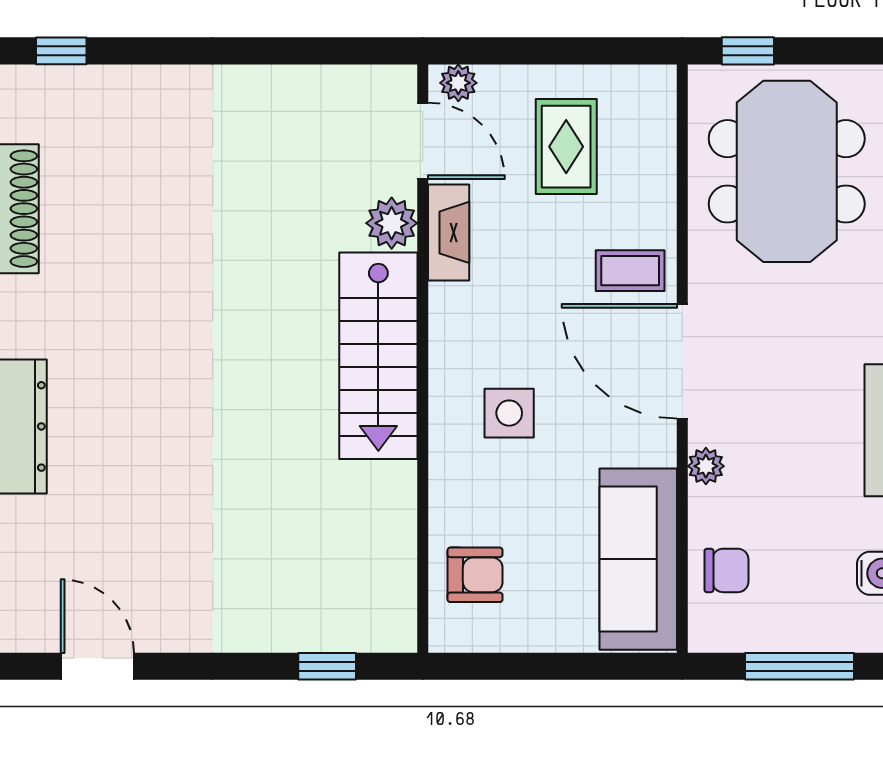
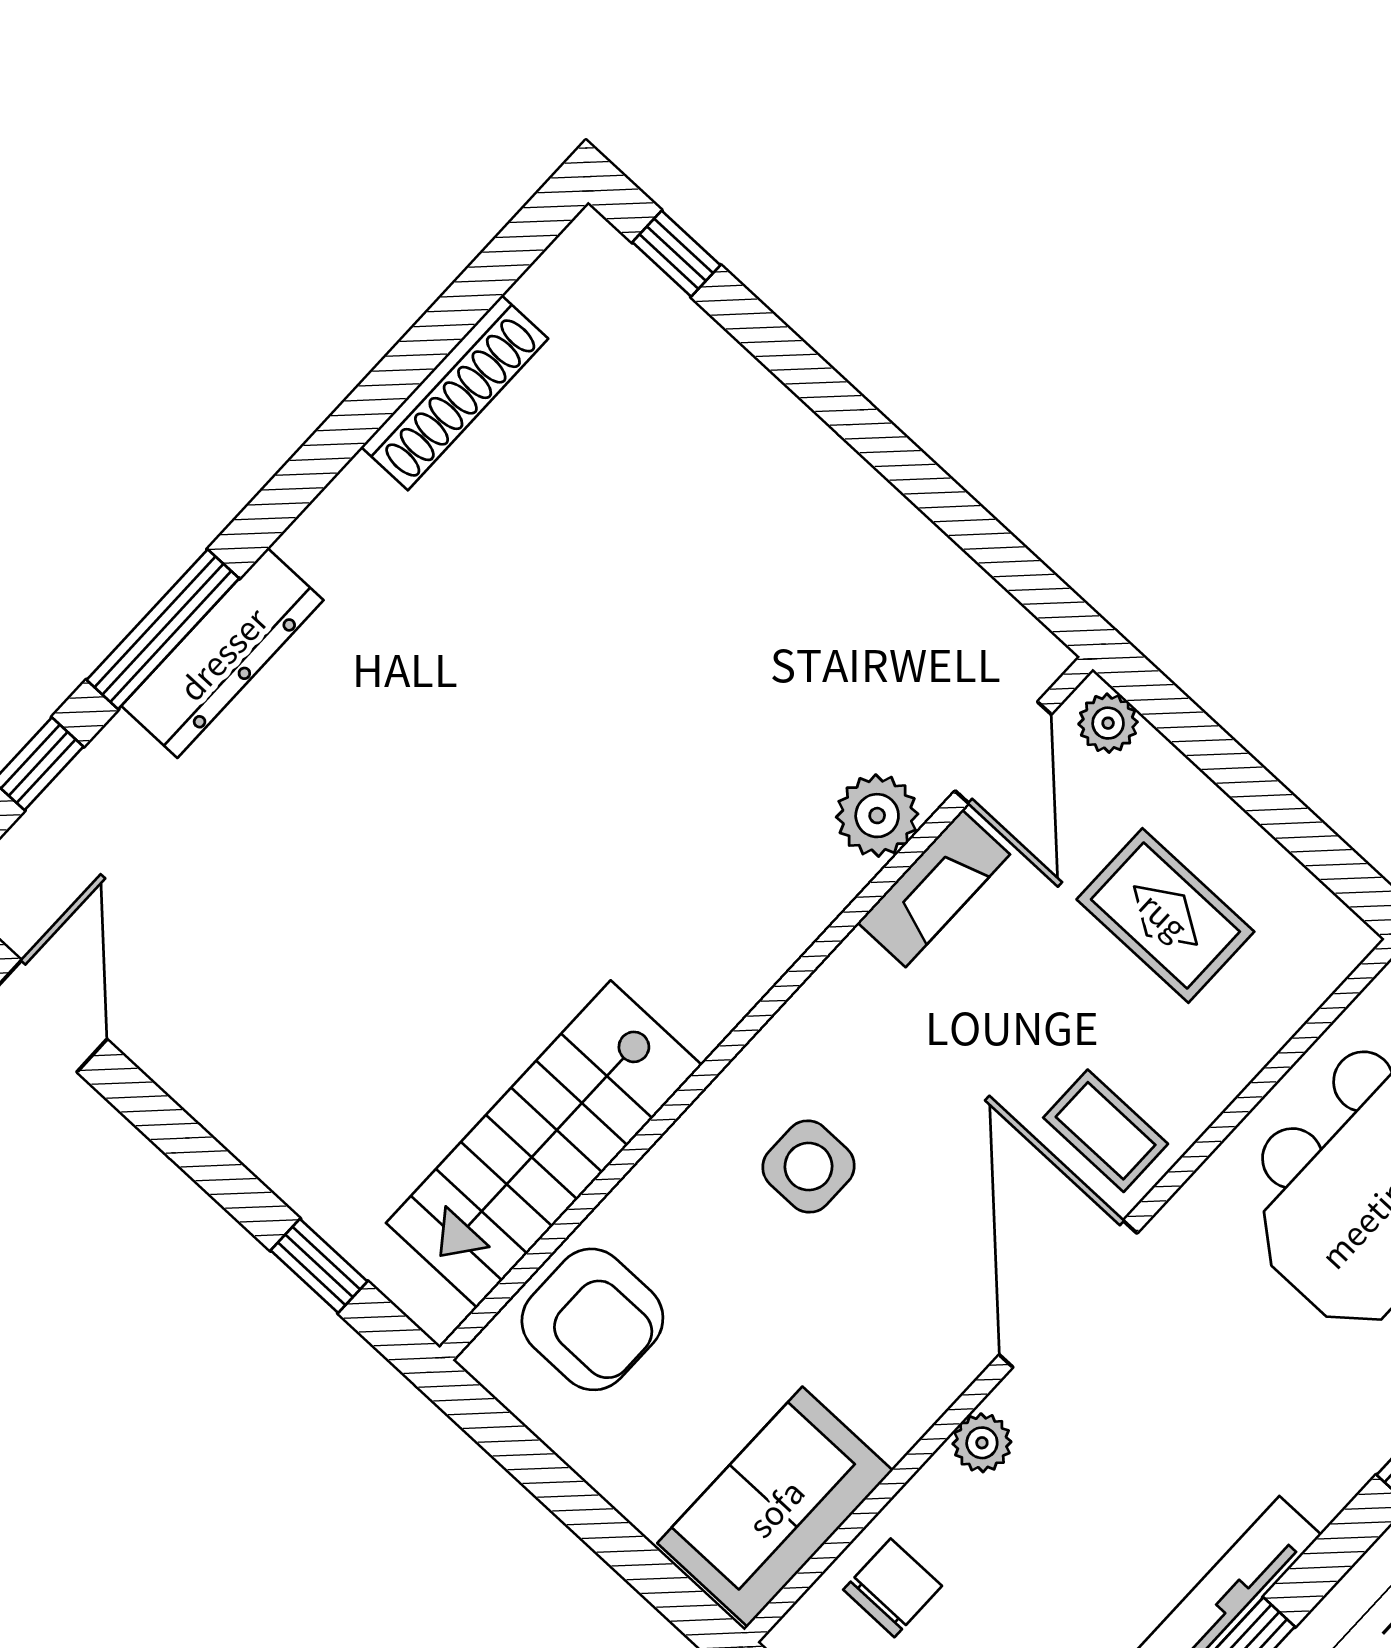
rug: (566, 147) -> (1165, 915), turned 90
stairs: (378, 356) -> (544, 1144), moved
sofa: (638, 559) -> (775, 1507), width x0.73
chair: (726, 570) -> (893, 1588), turned -90
armchair: (475, 575) -> (592, 1319), width x1.38, depth x1.38

